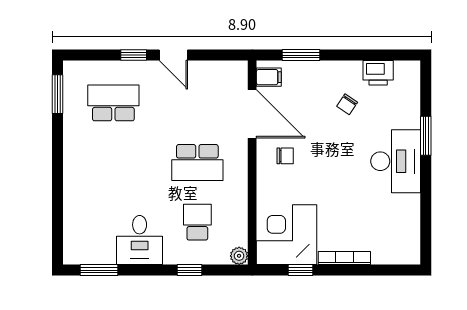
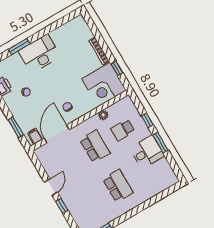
school desk: (113, 103) -> (118, 186), moved, turned 180
plant: (239, 256) -> (103, 115), moved
window: (99, 270) -> (160, 143), moved

